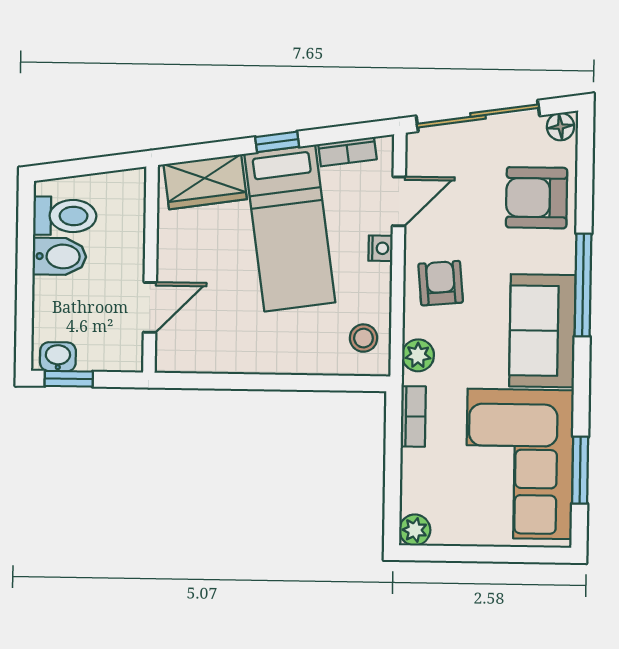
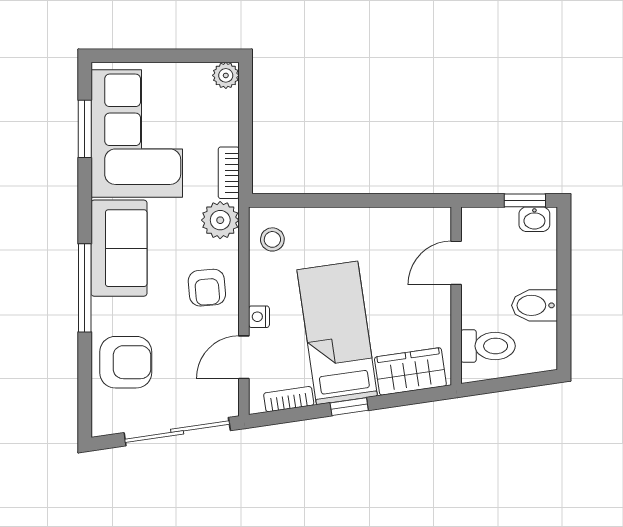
floor lamp: (561, 127) -> (106, 424), removed
toilet: (65, 216) -> (488, 346), moved, turned 180
plant: (418, 355) -> (220, 220), width x1.38, depth x1.38

